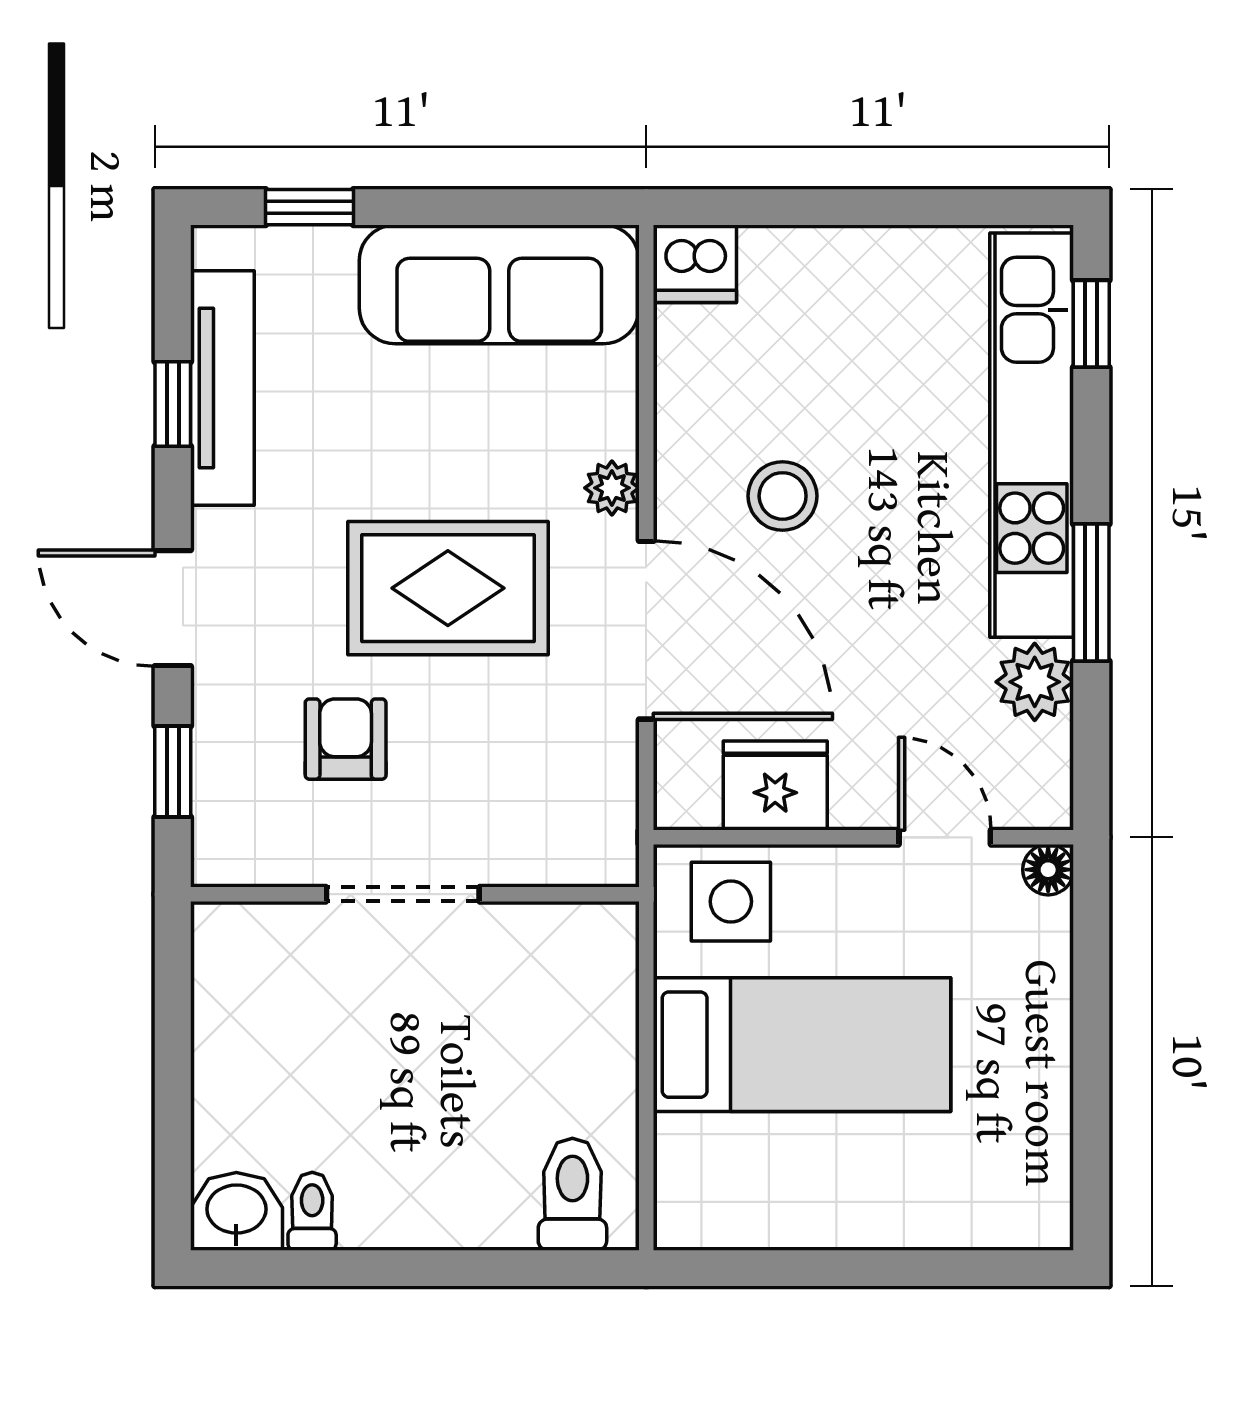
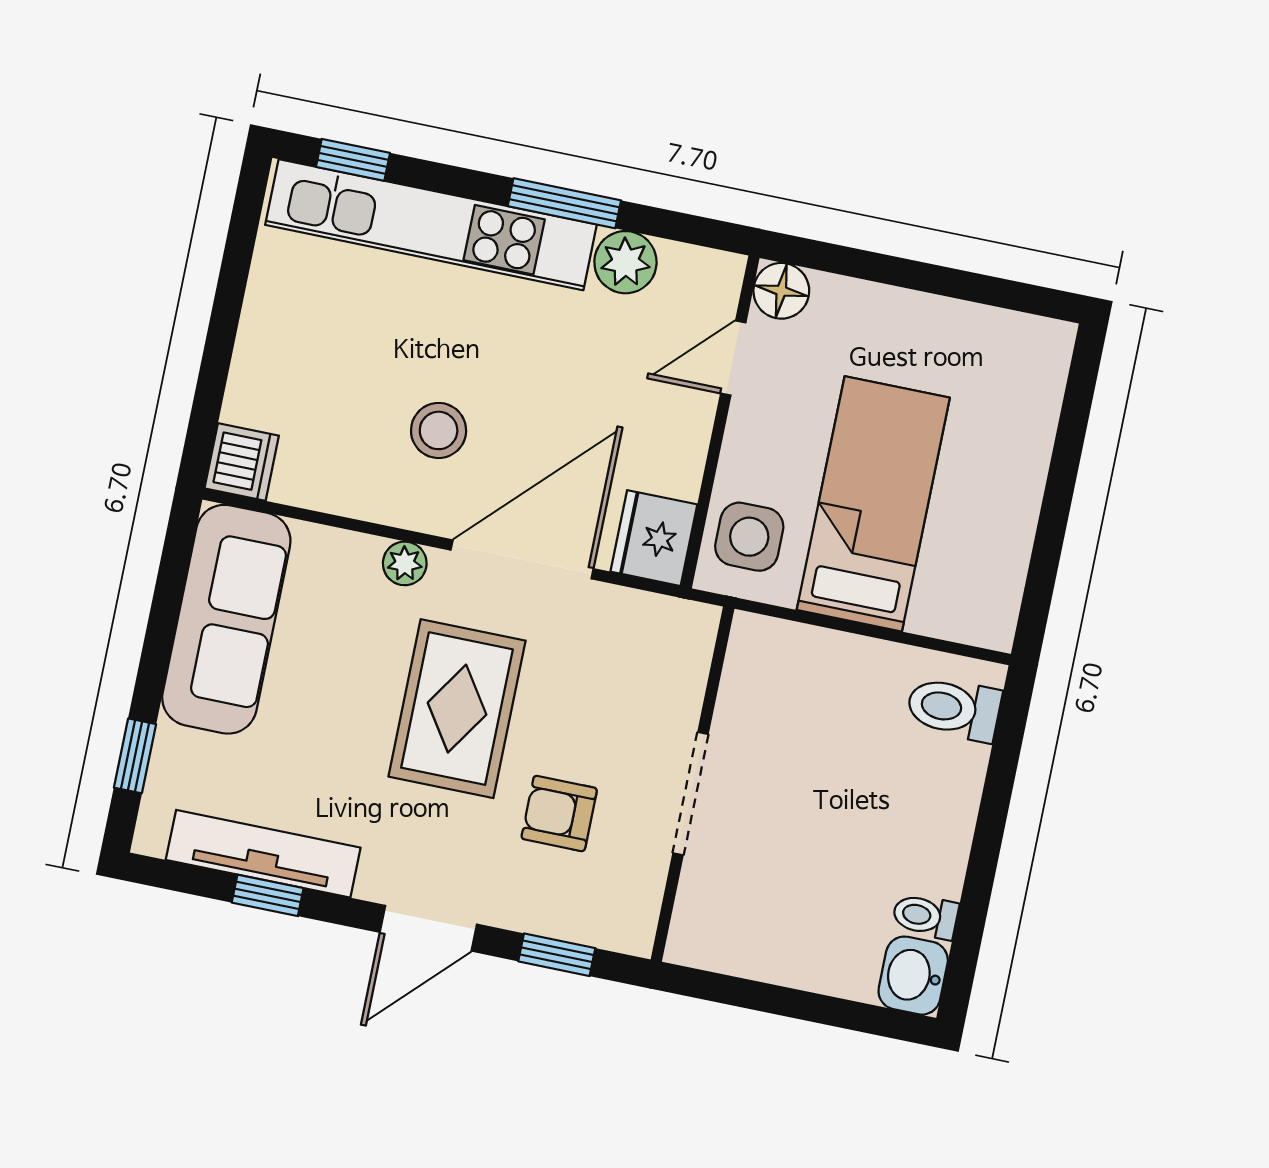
fridge: (775, 785) -> (654, 538), moved
floor lamp: (1048, 870) -> (781, 291), width x1.37, depth x1.37

